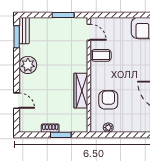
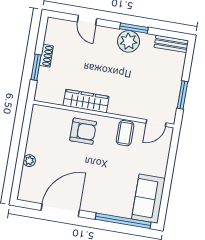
window: (17, 37) -> (134, 28), moved
armchair: (108, 100) -> (83, 131), moved
door: (17, 101) -> (87, 20), hinge flipped
plant: (108, 128) -> (29, 161), moved

